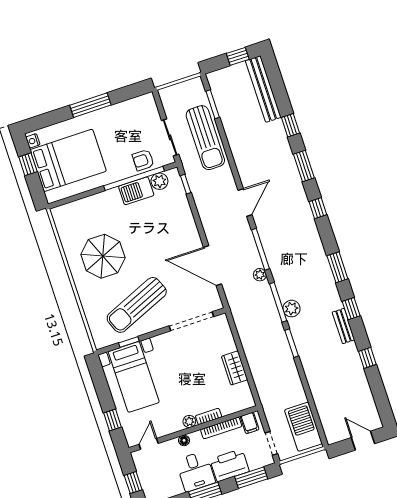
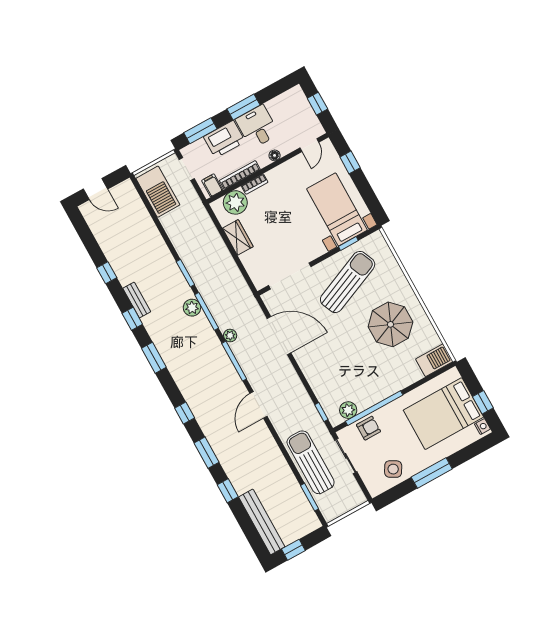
side table: (127, 116) -> (393, 469), added
barbecue: (136, 191) -> (434, 360), moved
plant: (189, 421) -> (235, 202), moved, width x1.88, depth x1.88

